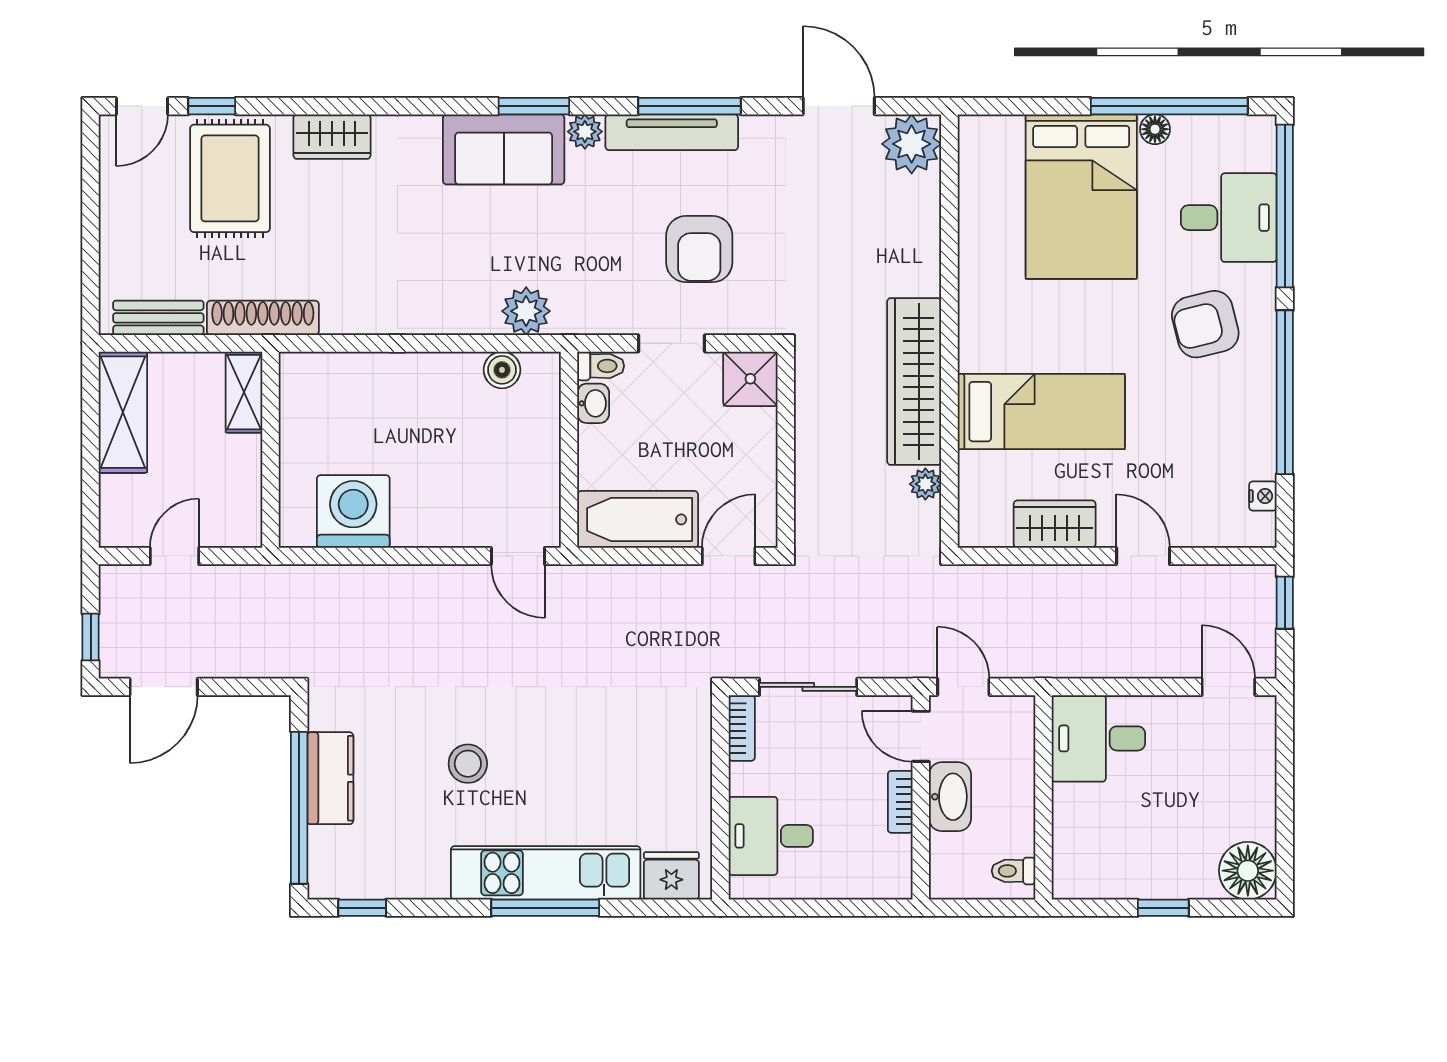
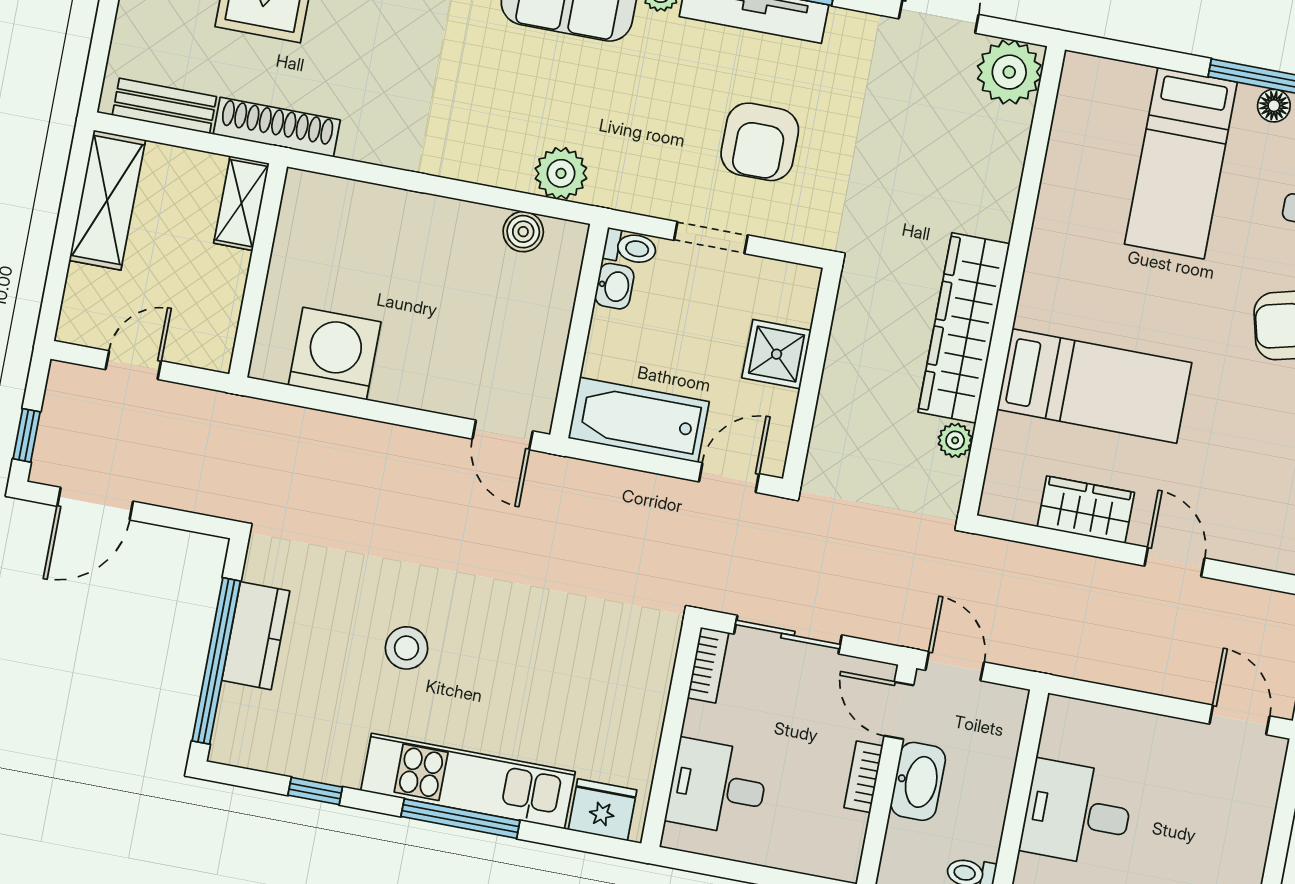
bed: (1081, 197) -> (1181, 163), width x0.67
shower: (750, 379) -> (777, 354), moved
desk: (1098, 738) -> (1077, 813), moved
window: (362, 908) -> (315, 791), moved

